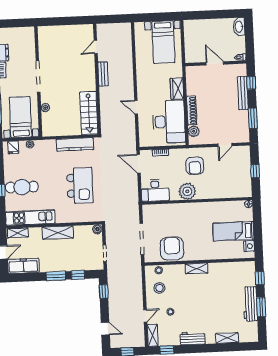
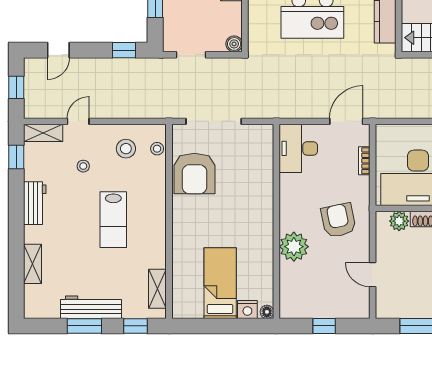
armchair: (195, 166) -> (338, 220), turned 78
plant: (187, 191) -> (294, 247), moved
nightstand: (249, 246) -> (247, 310), moved
armchair: (172, 248) -> (194, 174), turned 90
shelving: (197, 268) -> (157, 289), moved
lab bench: (200, 293) -> (113, 220), added
door: (145, 316) -> (78, 121), swing flipped

